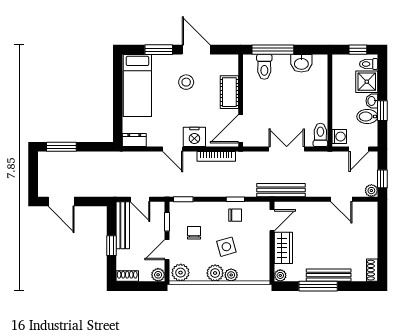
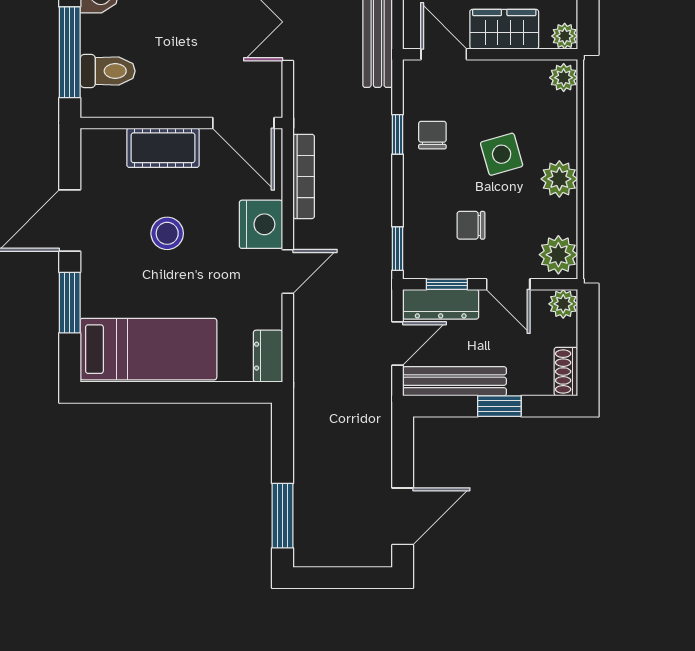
stool: (186, 82) -> (167, 233), moved
dresser: (158, 219) -> (441, 304), added
plant: (231, 275) -> (564, 78), moved

